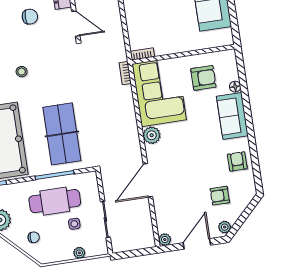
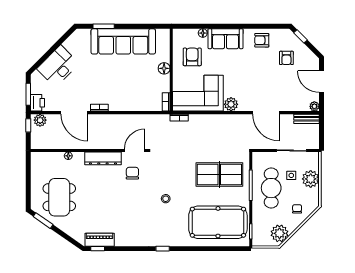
chair: (30, 17) -> (132, 173), moved
floor lamp: (184, 45) -> (164, 68), added
window: (249, 209) -> (301, 36), added
plant: (225, 227) -> (312, 58), removed
bench: (148, 232) -> (307, 119), added
plant: (79, 253) -> (311, 179), width x1.87, depth x1.87

